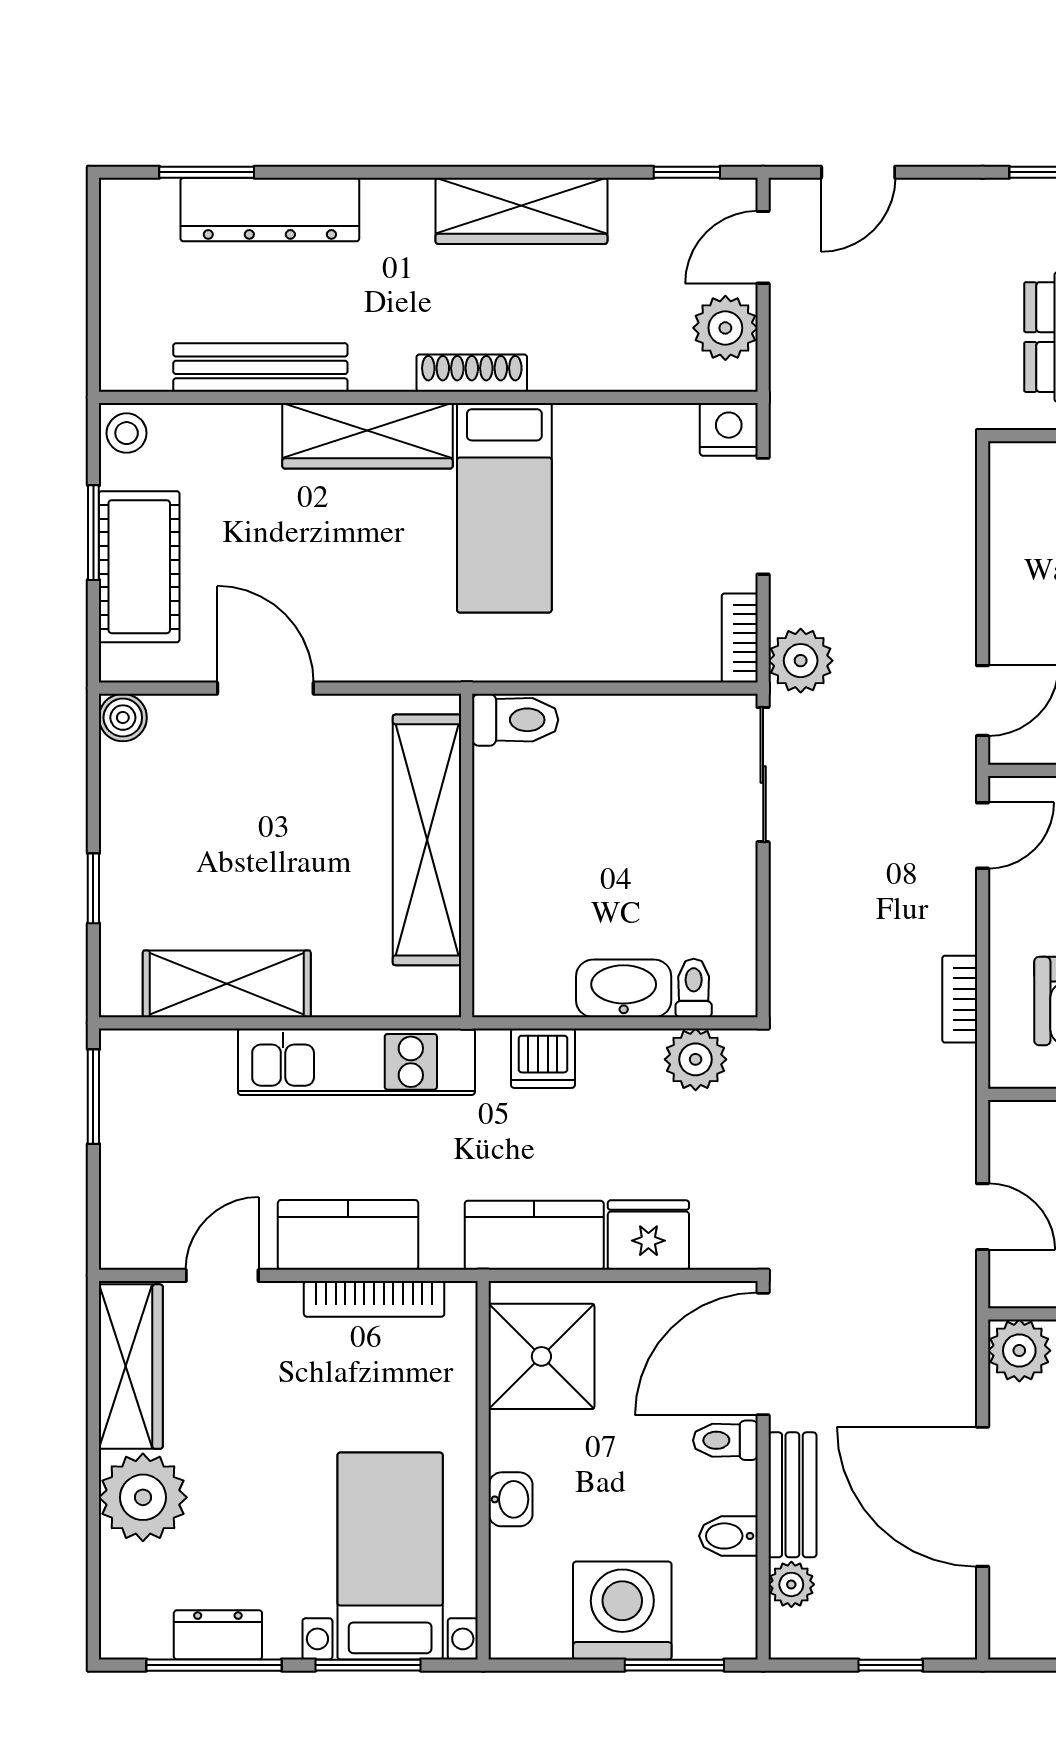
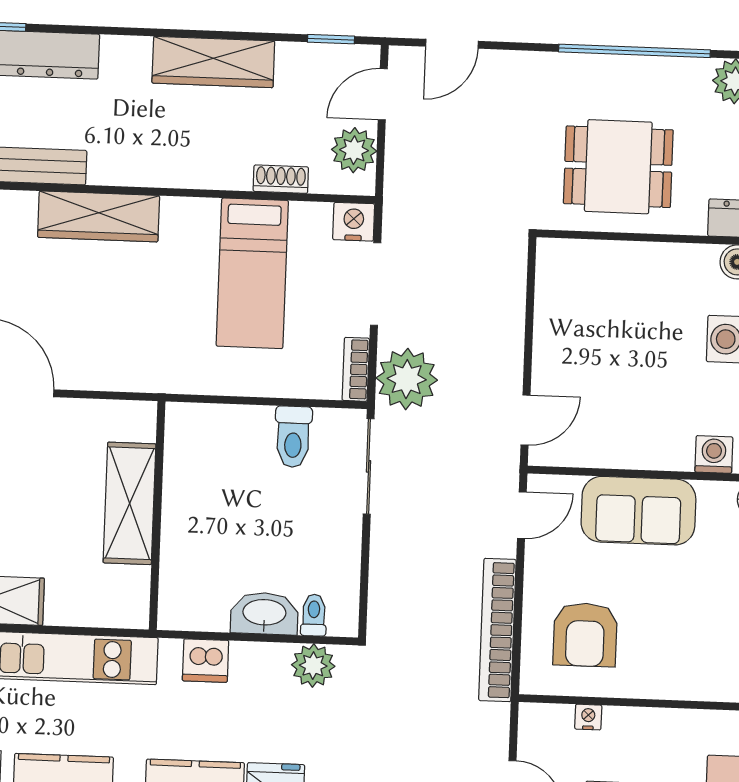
shoe rack: (472, 373) -> (281, 179), moved, width x0.70
bed: (504, 508) -> (252, 273), moved
plant: (801, 661) -> (407, 379), width x1.36, depth x1.36
toilet: (515, 720) -> (293, 437), moved, turned 90
shelving: (427, 840) -> (130, 503), width x0.68
bookcase: (960, 999) -> (497, 630), width x2.31, depth x1.31

